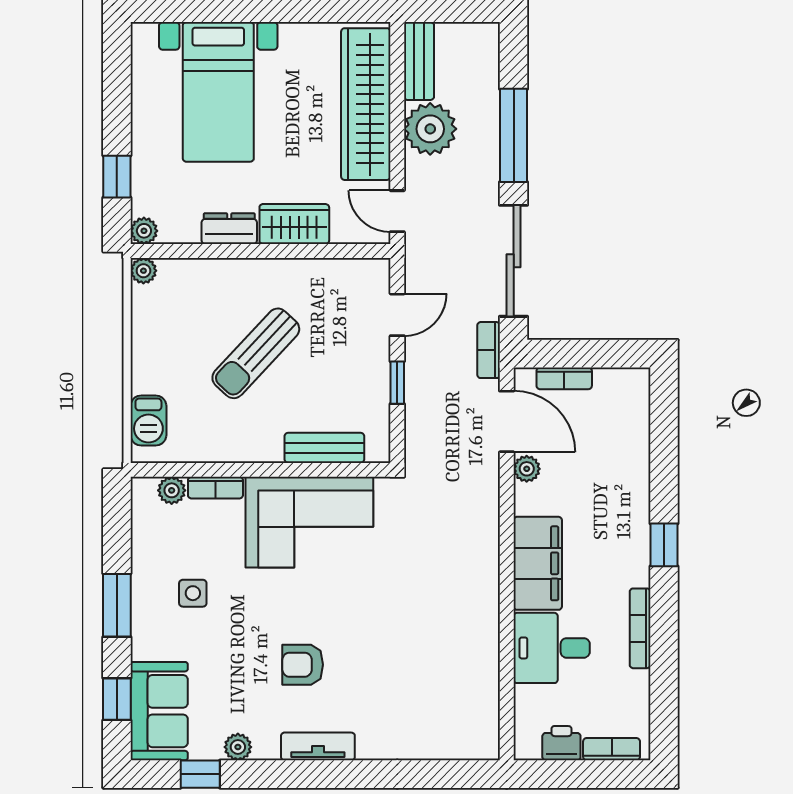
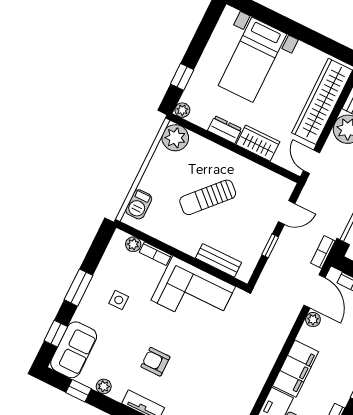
plant: (143, 271) -> (175, 138), width x1.88, depth x1.88

